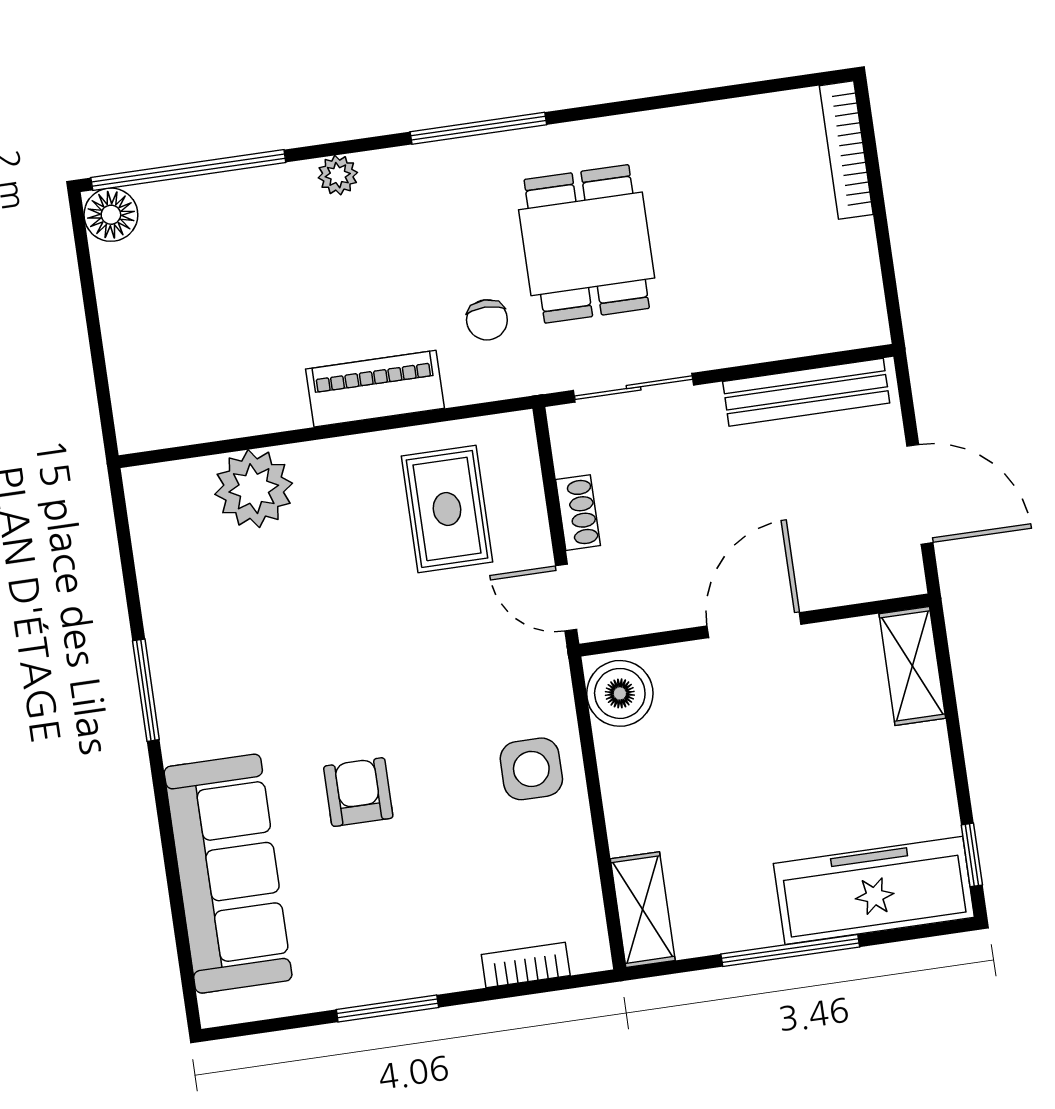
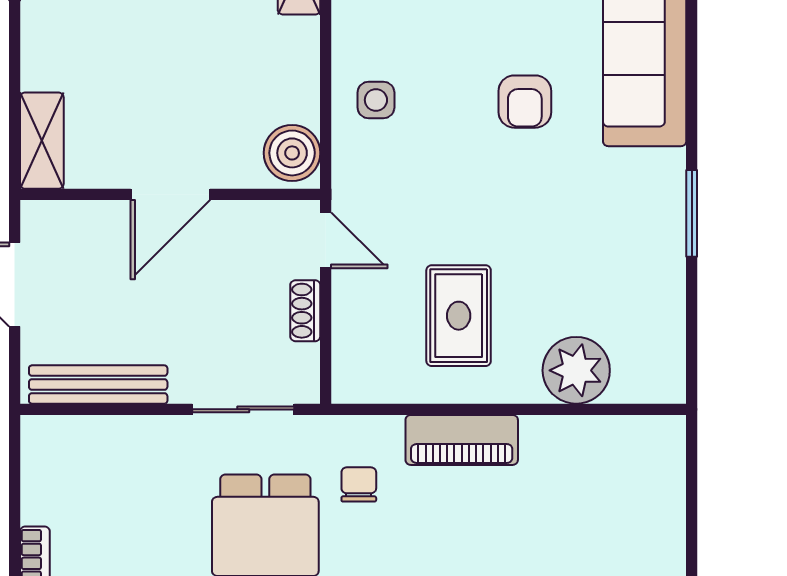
rug: (447, 509) -> (459, 316), moved
side table: (531, 769) -> (376, 100), width x0.73, depth x0.73

